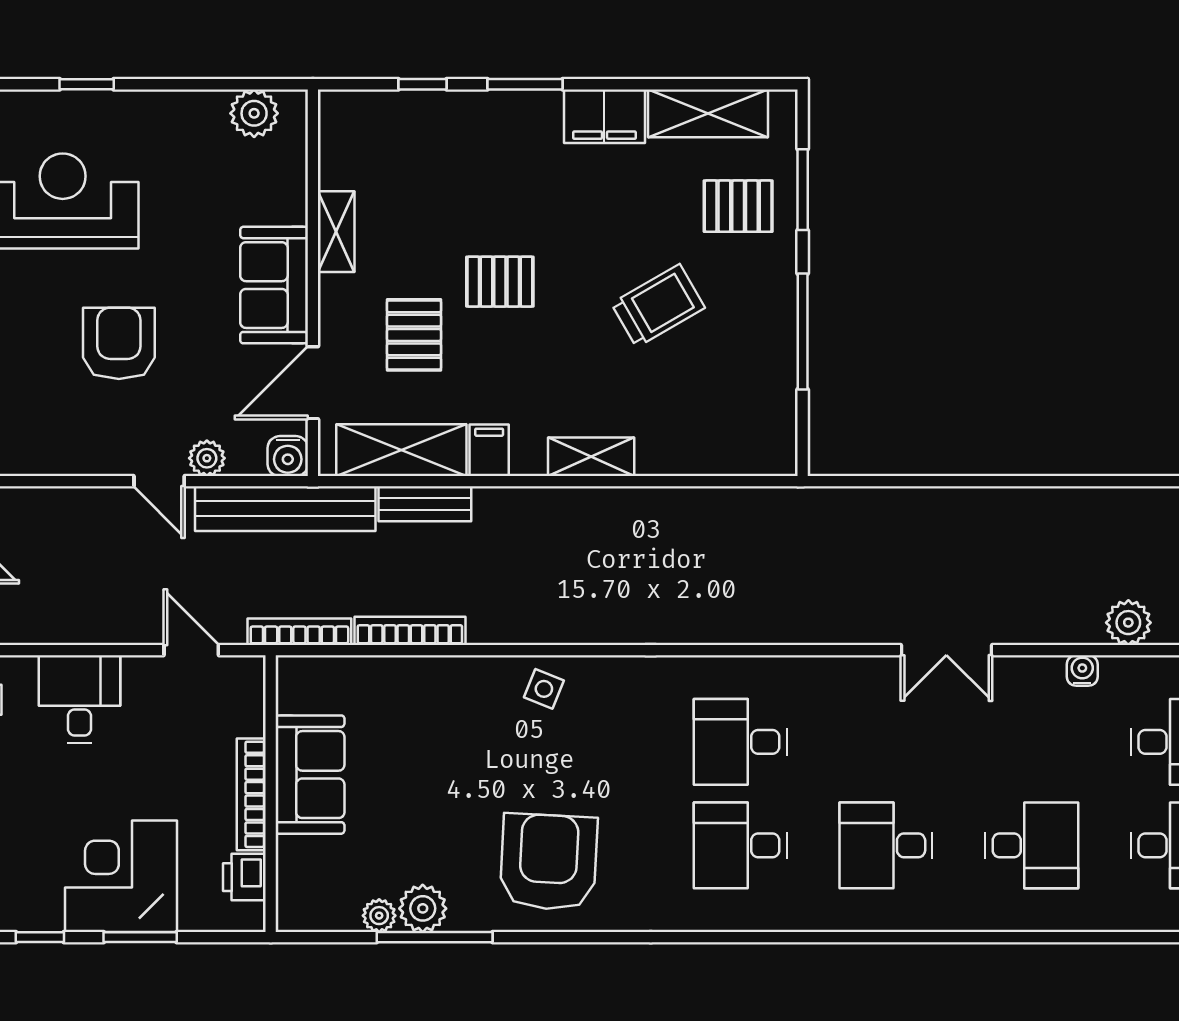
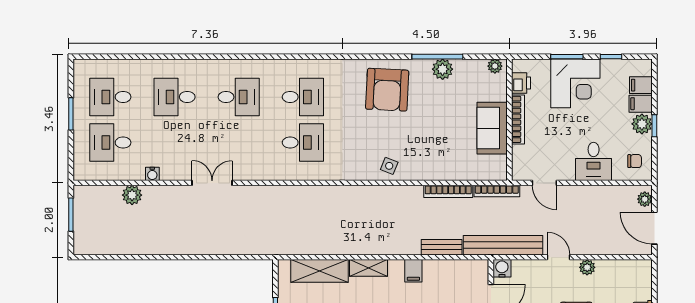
shelving: (401, 450) -> (319, 271), moved
plant: (207, 458) -> (587, 267), moved
plant: (379, 916) -> (495, 66), moved

